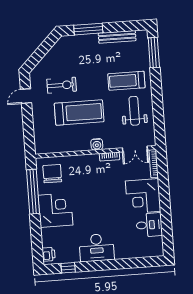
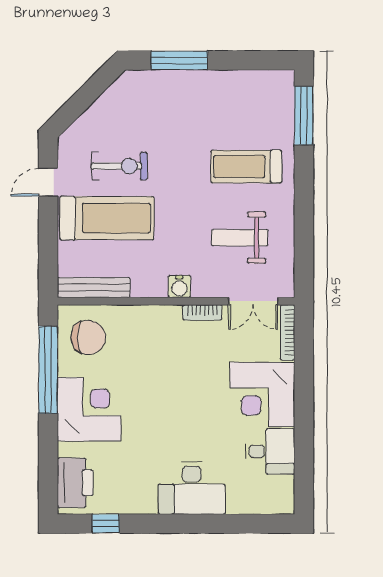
bench: (117, 37) -> (94, 288), moved
weight bench: (134, 111) -> (240, 238), moved, turned -90
treadmill: (79, 113) -> (107, 218), moved
chair: (52, 174) -> (88, 337), turned 90
desk: (97, 248) -> (192, 488), moved
printer: (49, 254) -> (75, 483), width x1.87, depth x1.48

